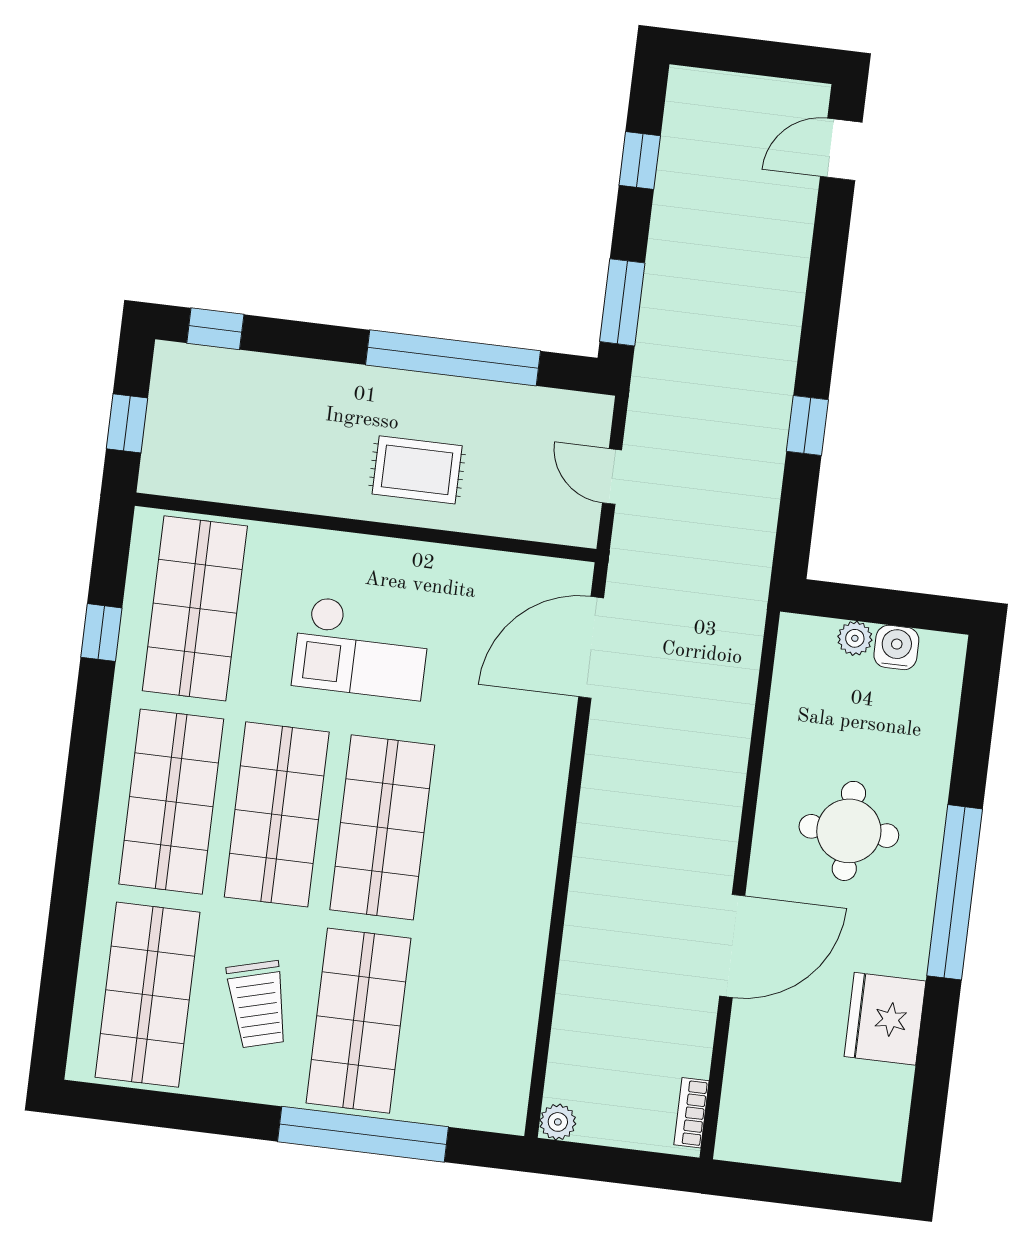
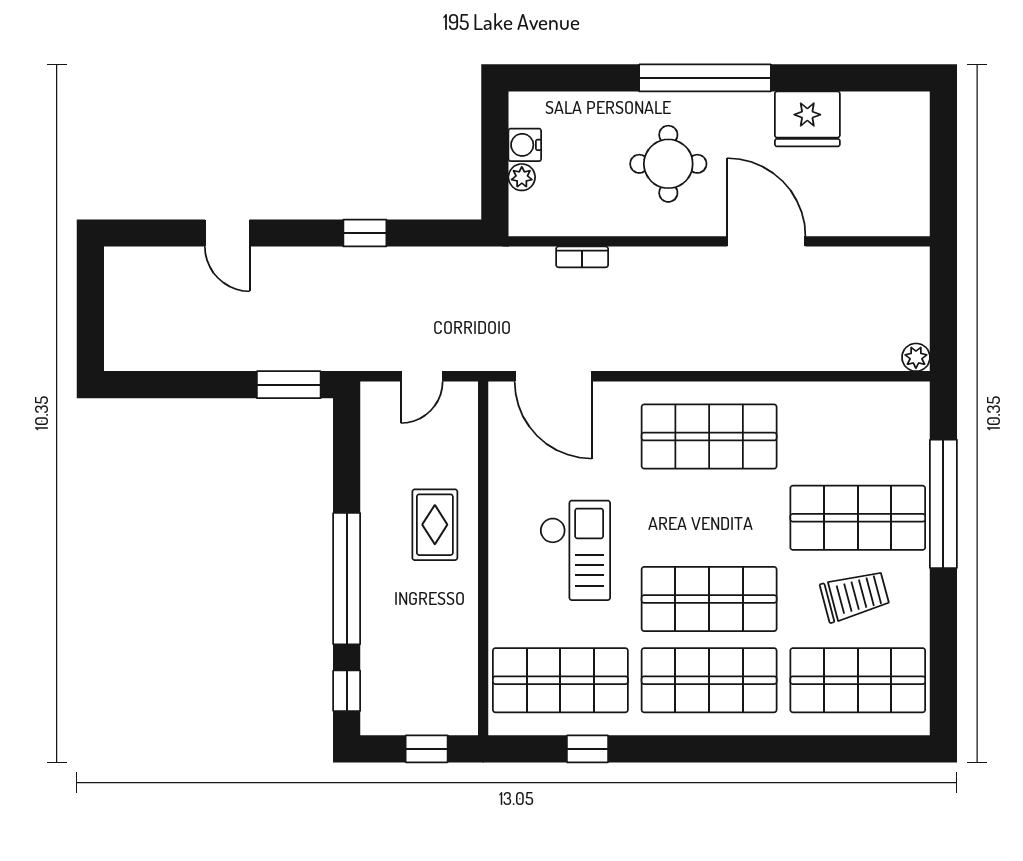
door: (841, 149) -> (227, 233), moved
window: (640, 160) -> (180, 385), removed
window: (453, 358) -> (347, 579), moved
shop shelf: (382, 827) -> (709, 437), moved
bookcase: (691, 1113) -> (582, 257), moved

